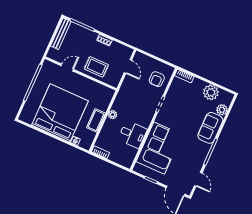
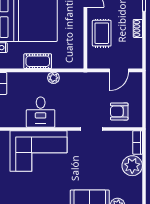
plant: (211, 92) -> (132, 166), moved

